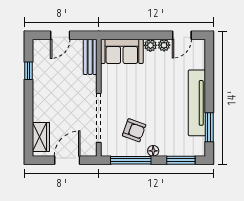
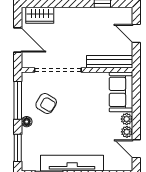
bench: (90, 57) -> (110, 62), width x1.36
armchair: (134, 130) -> (46, 104), turned -79

